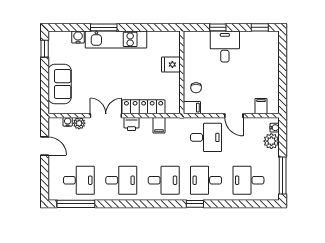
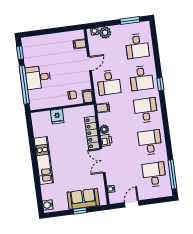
window: (104, 27) -> (36, 171), removed
window: (218, 27) -> (24, 85), width x3.17
water cooler: (78, 37) -> (48, 205), moved
window: (45, 49) -> (80, 211), moved
plant: (79, 123) -> (104, 129), moved
filing cabinet: (159, 125) -> (103, 108), moved
desk: (206, 137) -> (109, 82), turned 180
window: (283, 175) -> (130, 21), width x0.69

